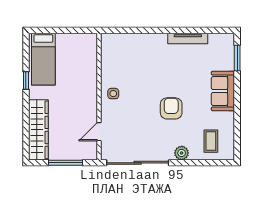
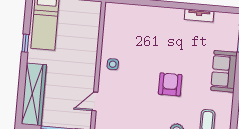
tv unit: (188, 38) -> (199, 15), width x0.71

